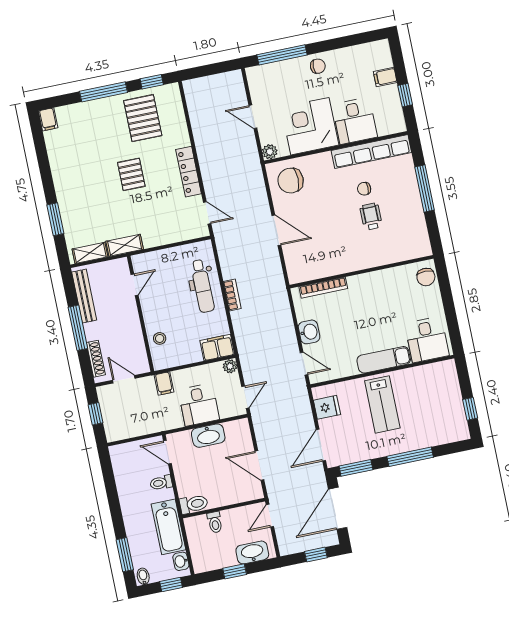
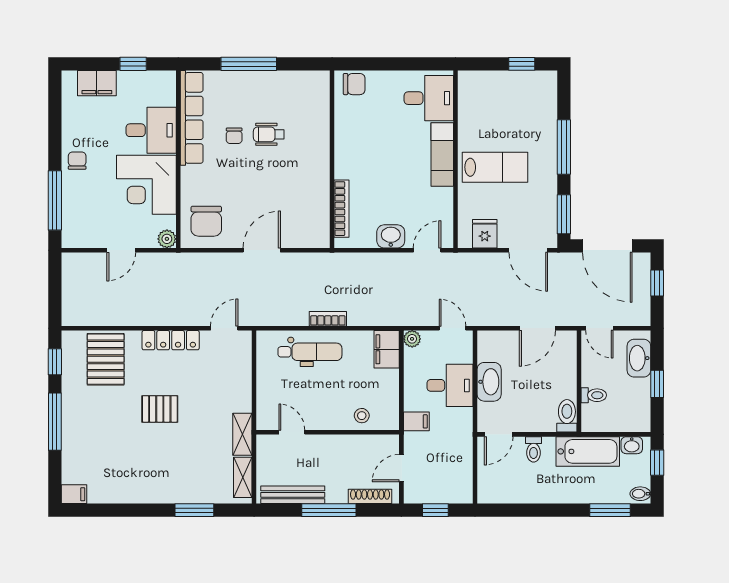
filing cabinet: (385, 77) -> (97, 83), width x2.00
pallet: (143, 118) -> (106, 359), moved, turned 90

